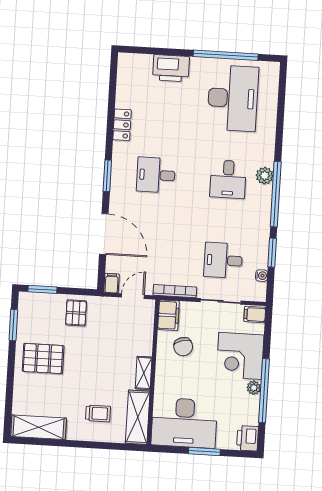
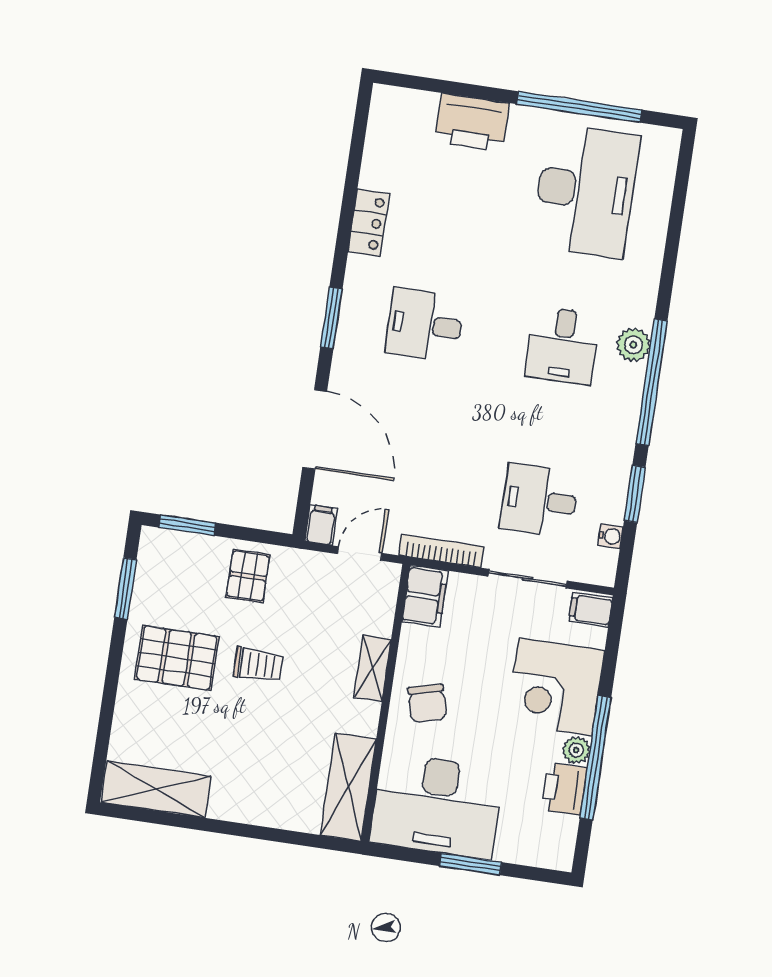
chair: (183, 347) -> (427, 703), moved
shelving: (144, 373) -> (373, 668), moved
trolley: (98, 413) -> (258, 665), moved
printer: (248, 438) -> (564, 789), moved

